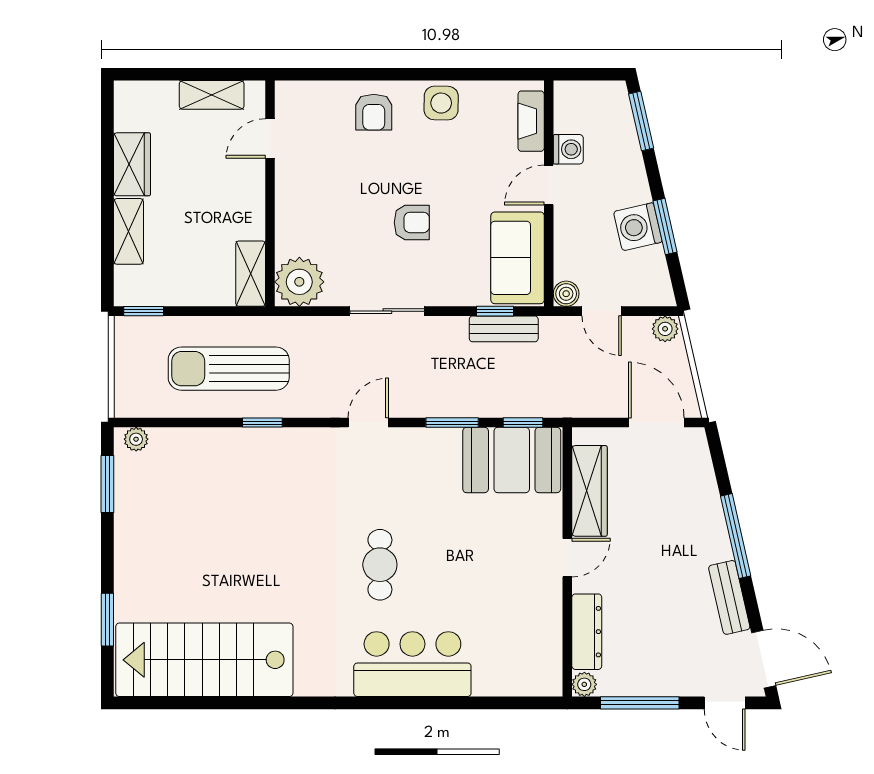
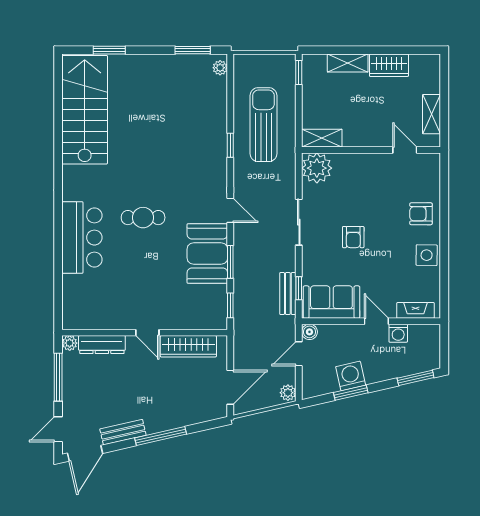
booth: (512, 460) -> (207, 254), moved

